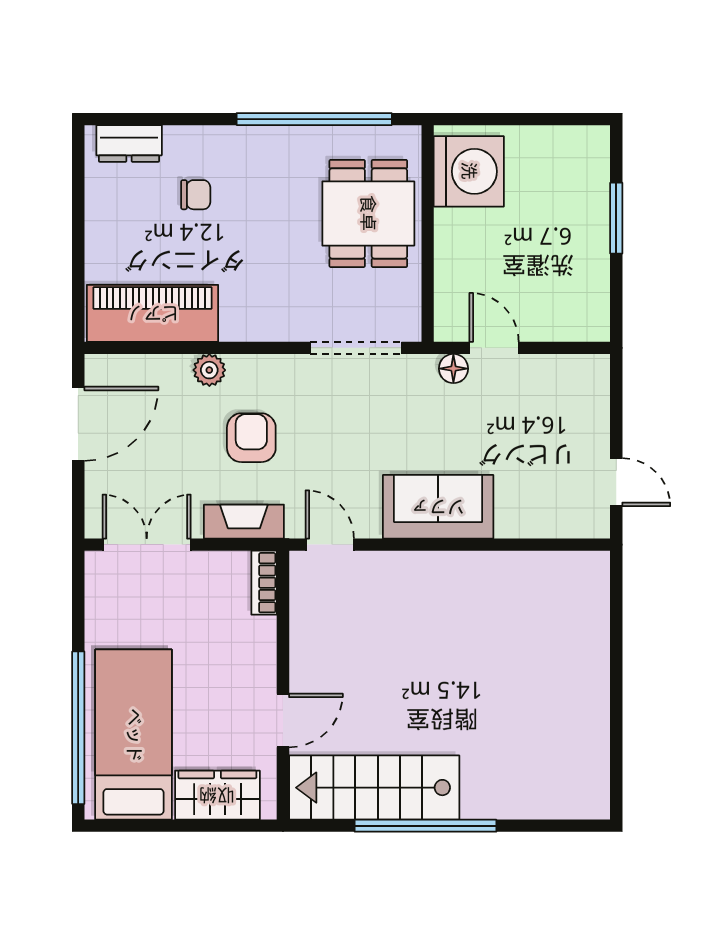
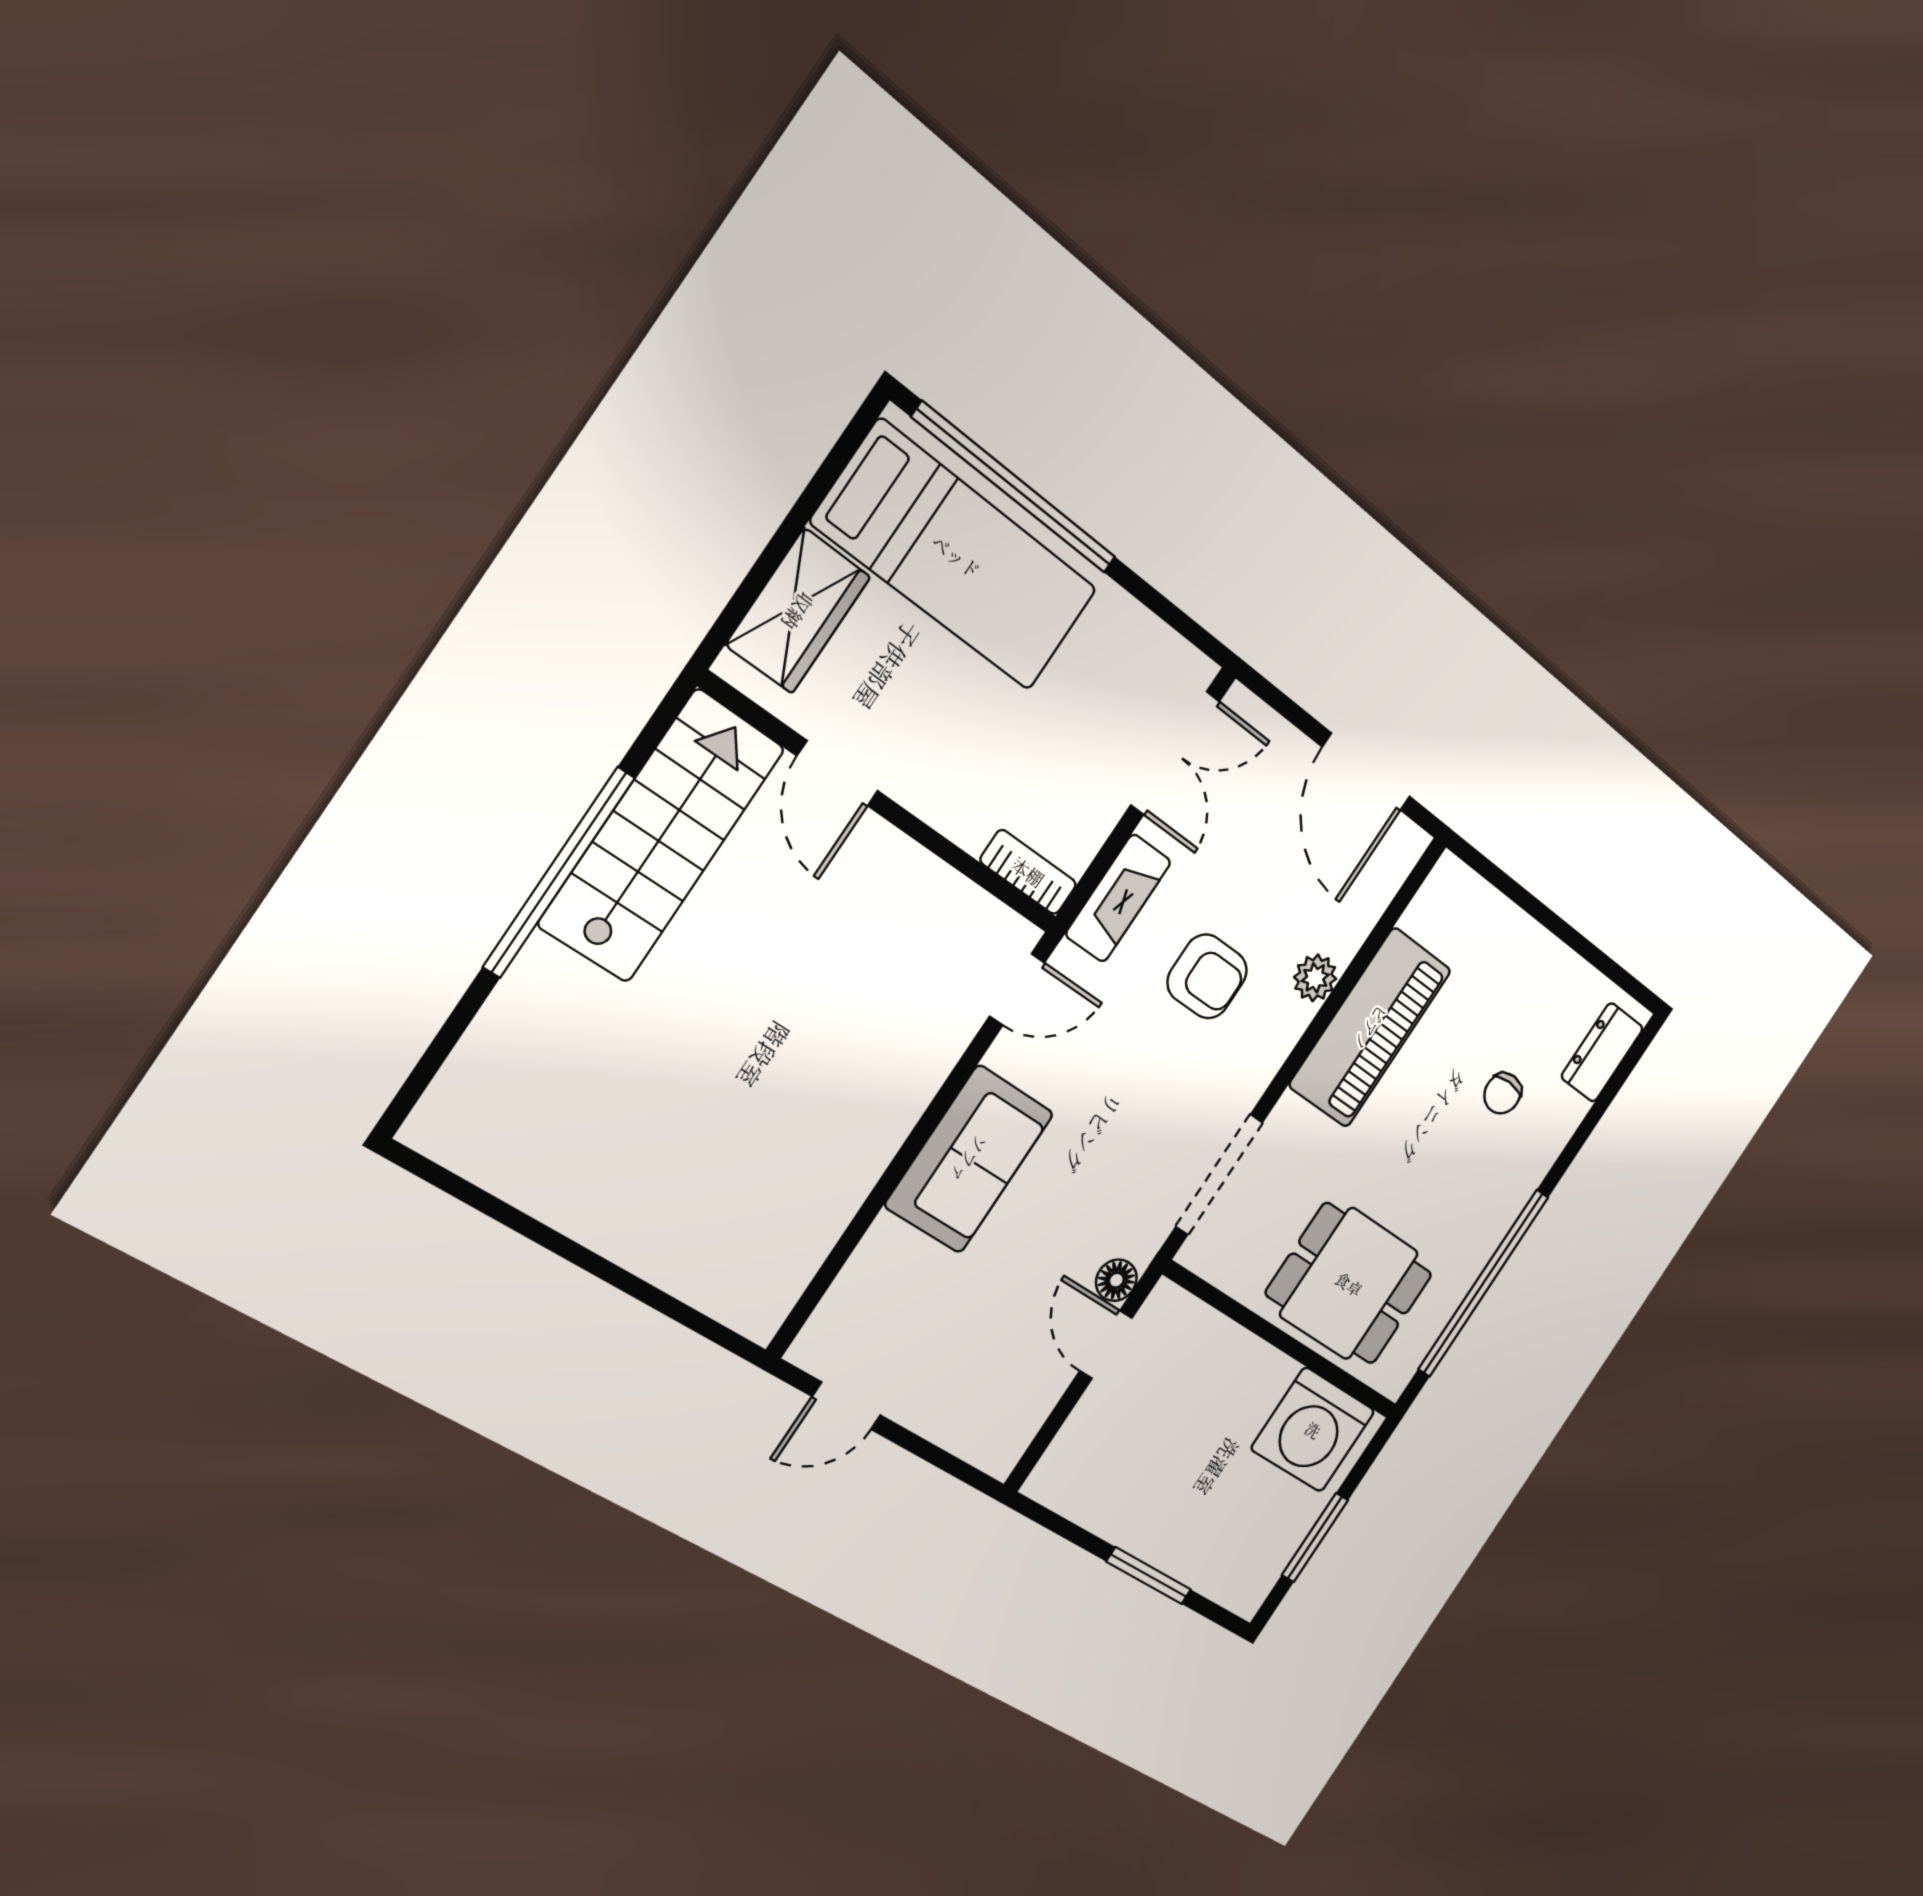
window: (534, 119) -> (1315, 1538), added
piano: (153, 313) -> (1370, 1028), moved
door: (494, 348) -> (1106, 1345), swing flipped

